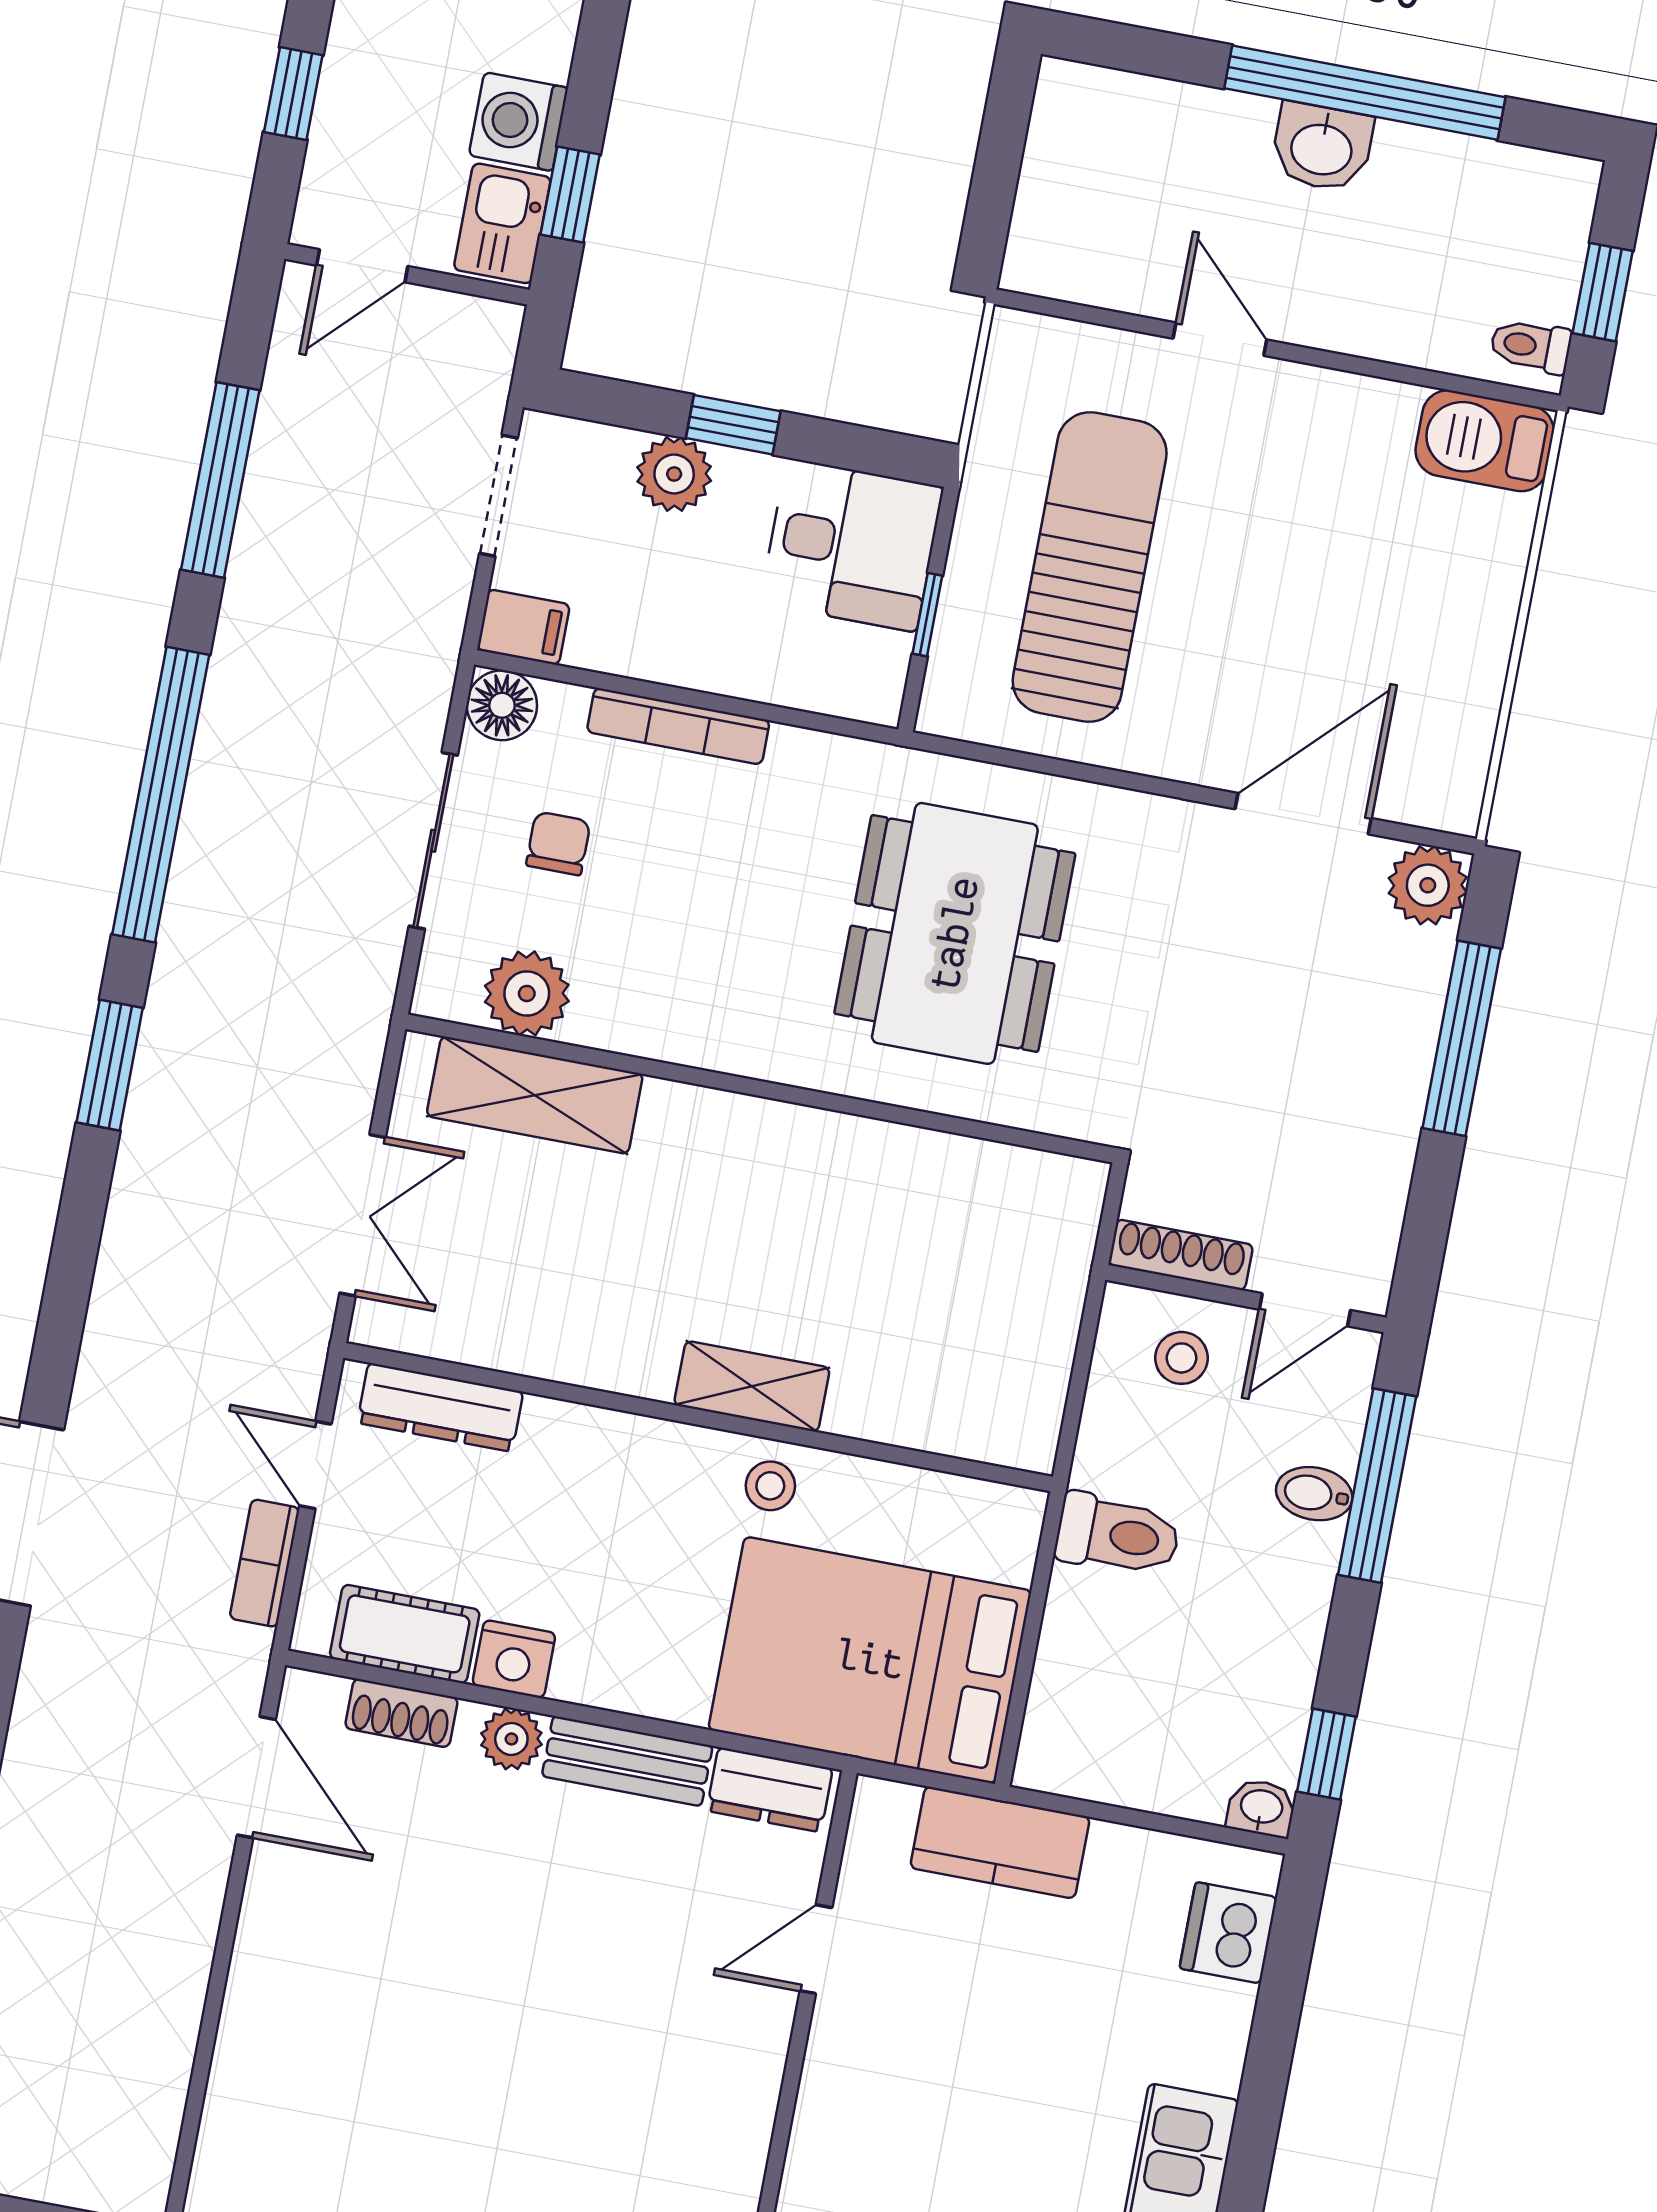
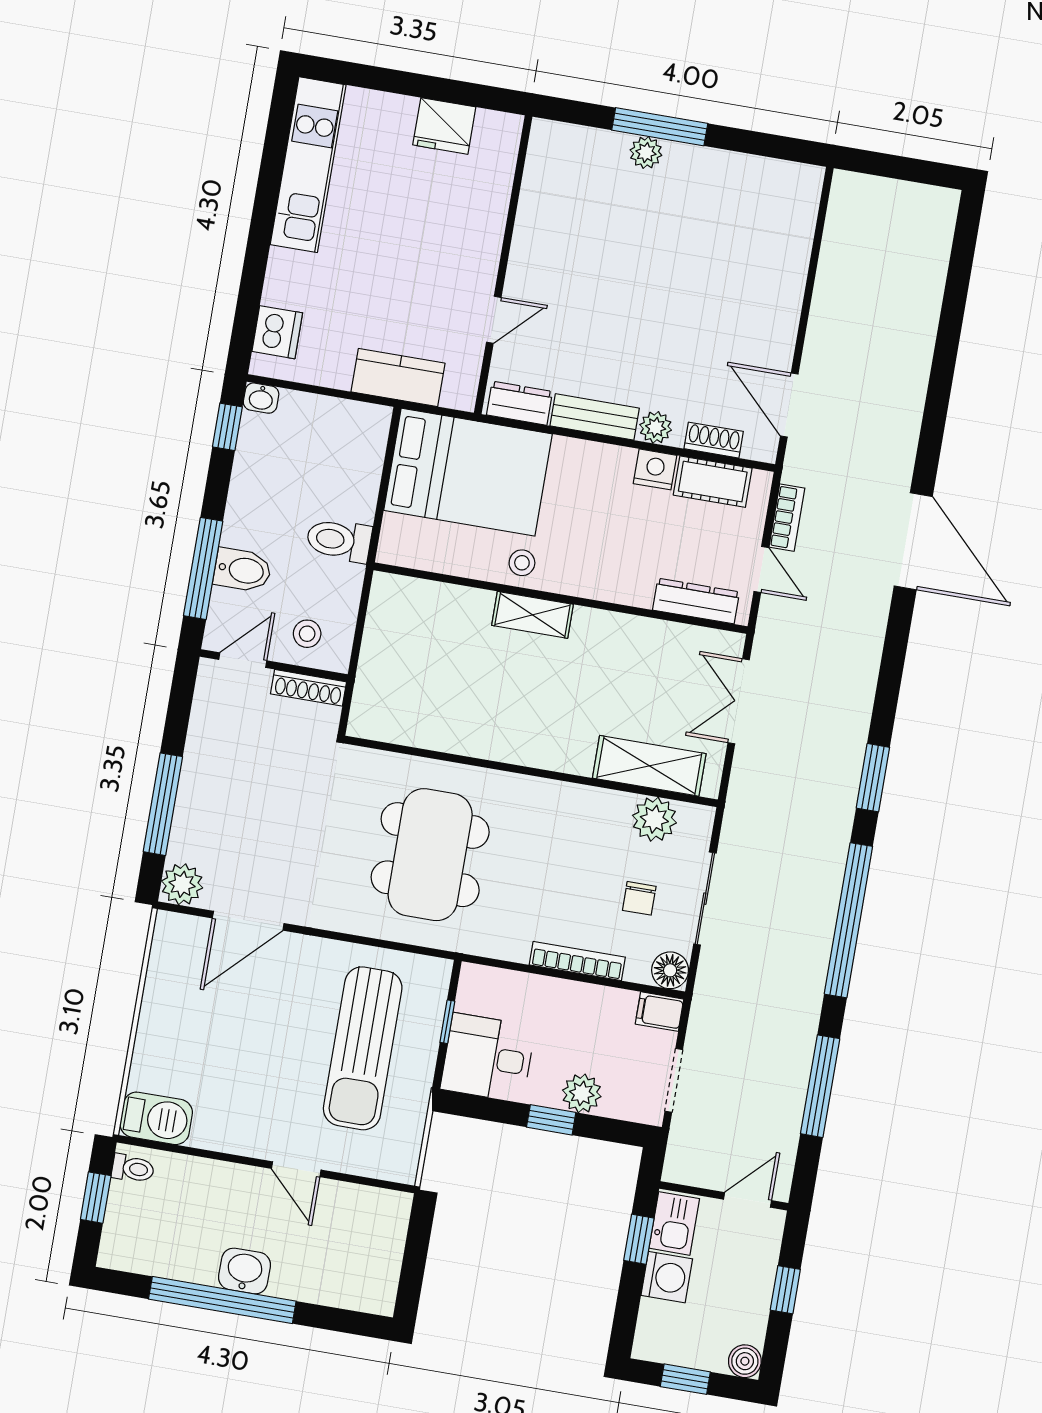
bidet: (1314, 1494) -> (242, 570), width x1.38, depth x1.36

